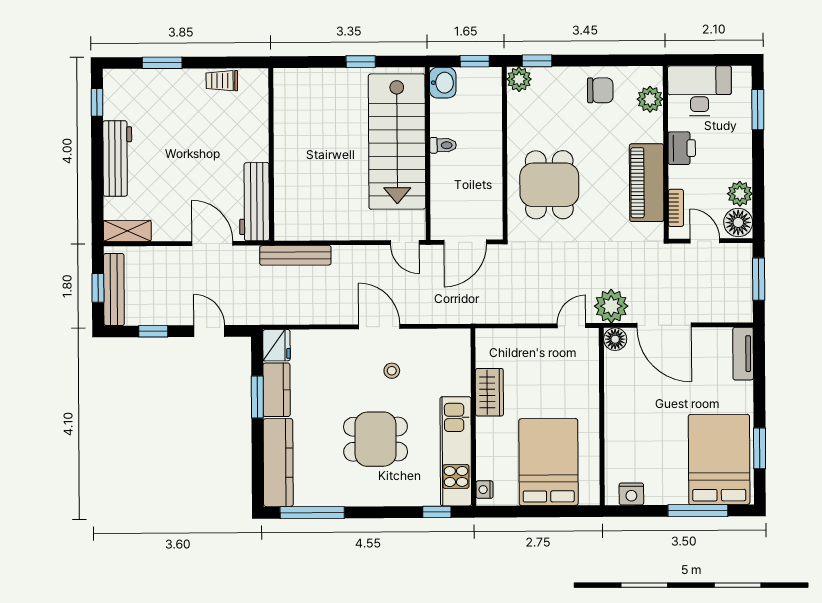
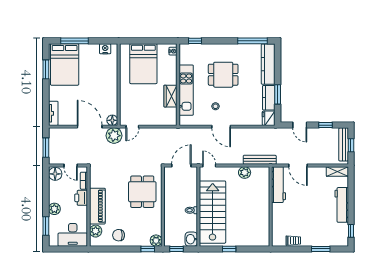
printer: (682, 148) -> (81, 198), moved
piano: (647, 183) -> (97, 206), moved
plant: (740, 194) -> (54, 209), moved
plant: (328, 228) -> (245, 172), added
kitchen unit: (456, 451) -> (186, 90), moved

